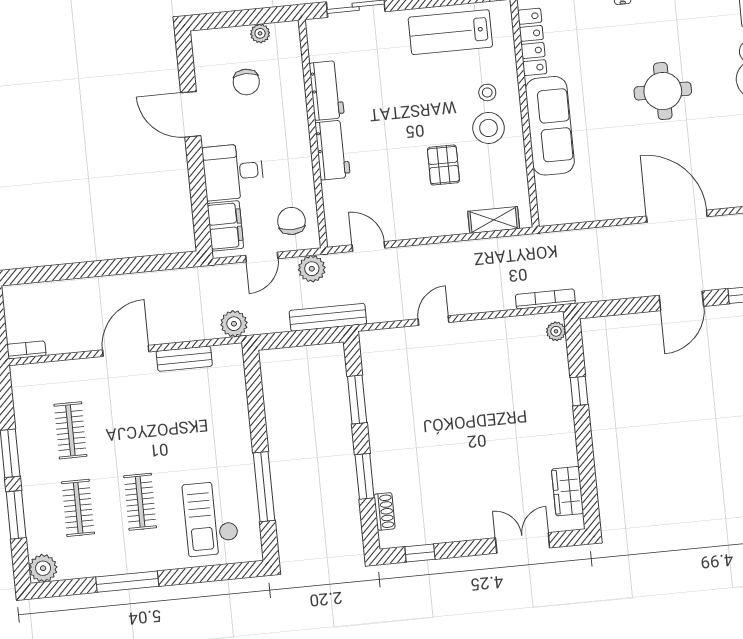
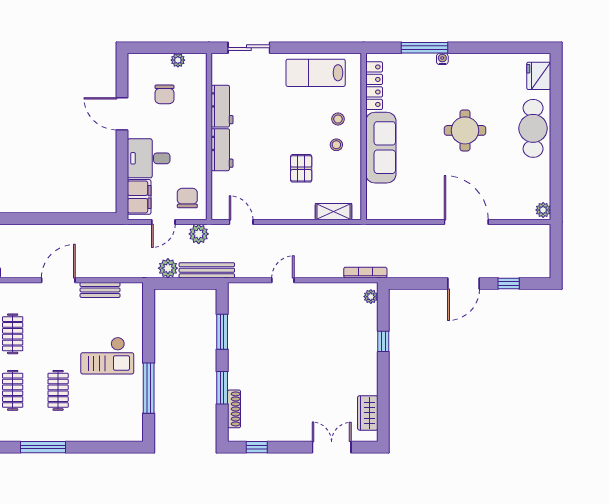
stool: (489, 128) -> (336, 145), width x0.53, depth x0.53
plant: (234, 324) -> (168, 268), moved
shoe rack: (385, 511) -> (234, 409), width x1.43
checkout: (211, 518) -> (107, 356), moved, turned -90

